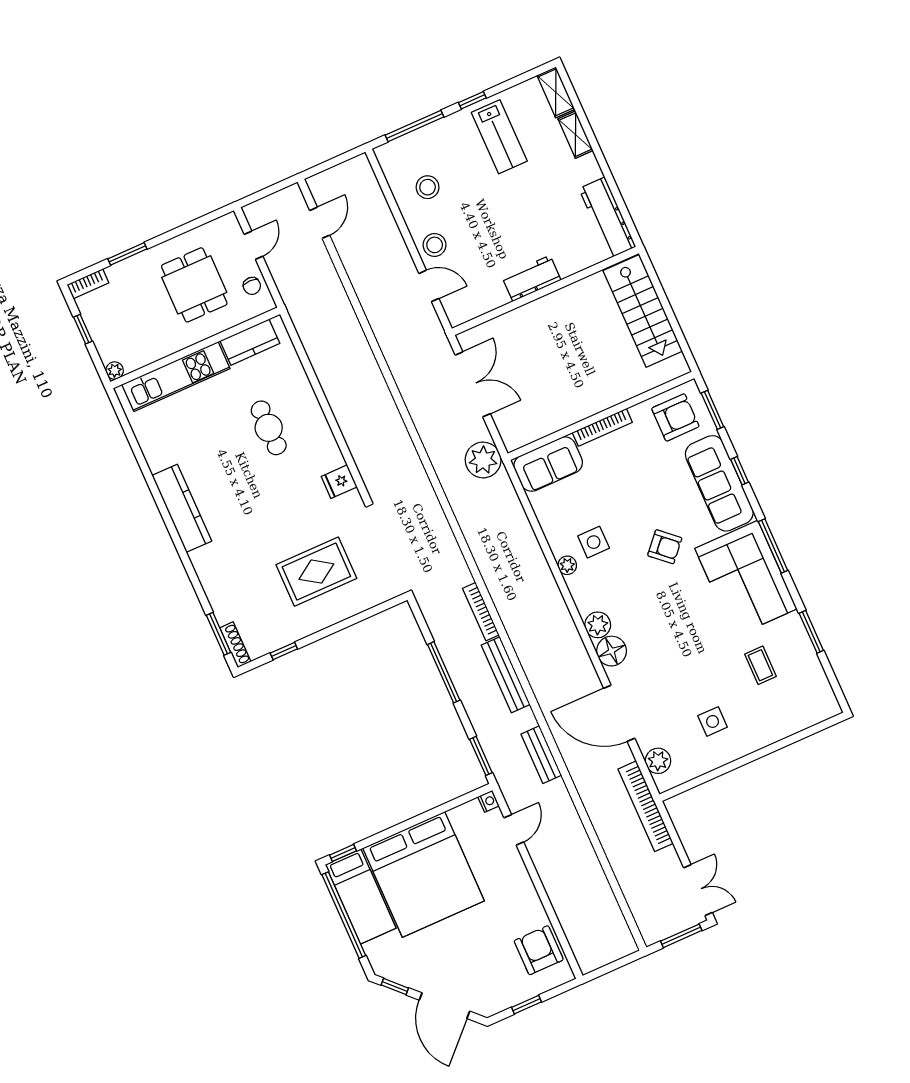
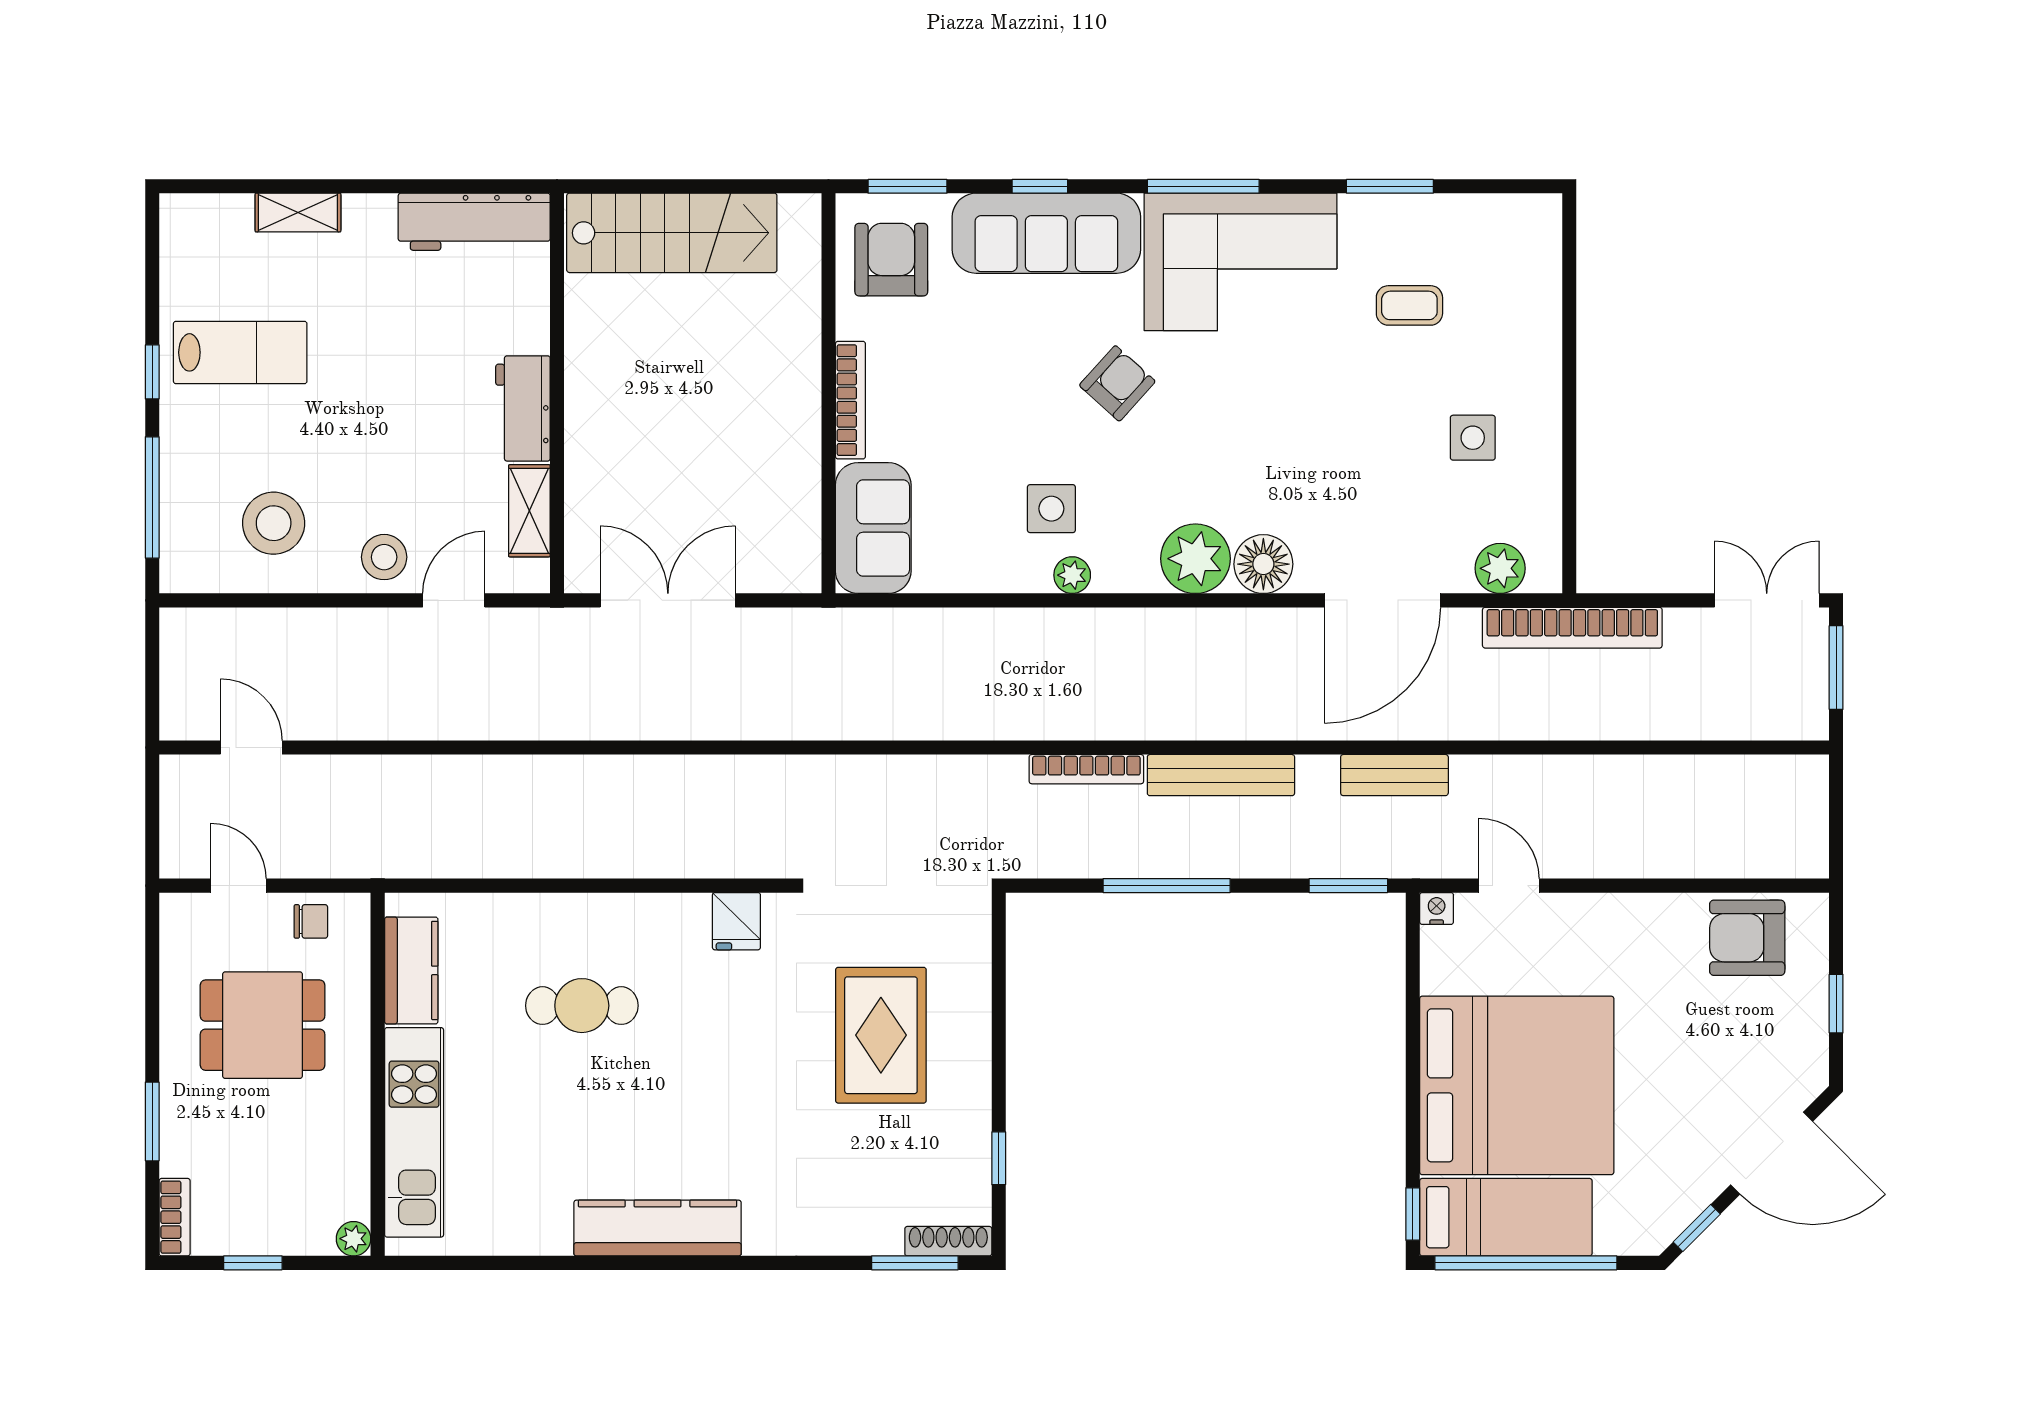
shelving: (556, 92) -> (529, 511), moved, turned 90
stool: (428, 187) -> (274, 523), width x1.38, depth x1.38
plant: (483, 460) -> (813, 643), removed
plant: (598, 625) -> (1195, 559), width x1.36, depth x1.36

